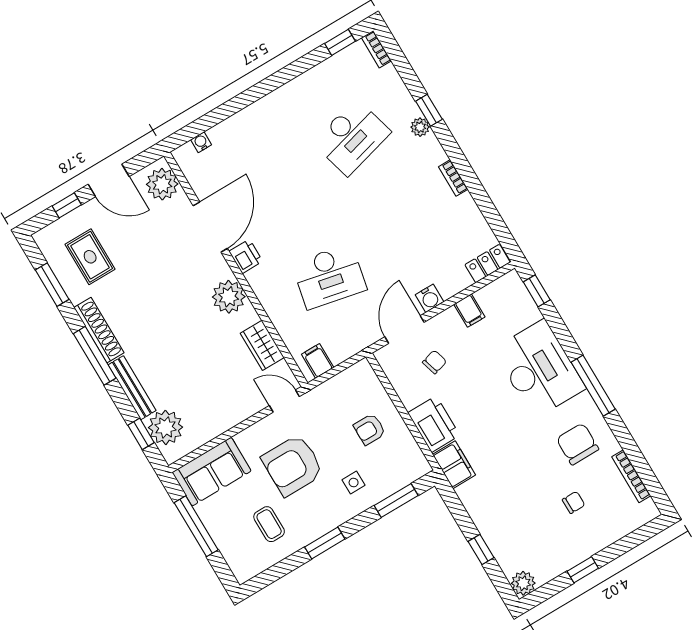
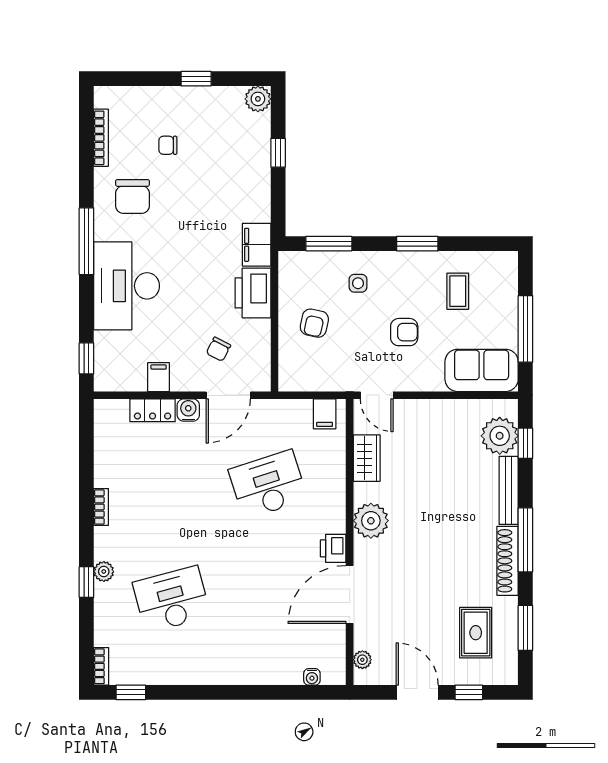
plant: (162, 184) -> (362, 660), width x0.53, depth x0.53
locker: (488, 263) -> (153, 410), moved
desk: (329, 277) -> (268, 485), turned -30
chair: (435, 362) -> (218, 349), turned -47
armchair: (370, 429) -> (314, 323), turned 102
armchair: (293, 465) -> (404, 332), width x0.53, depth x0.53

